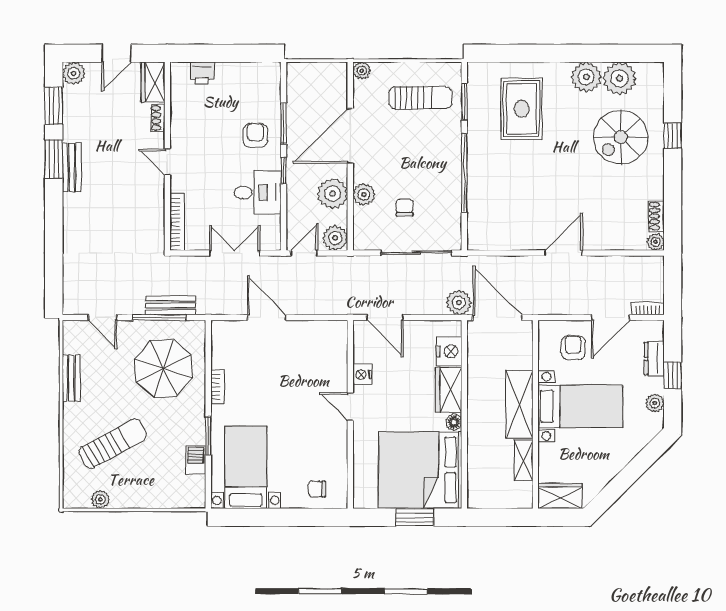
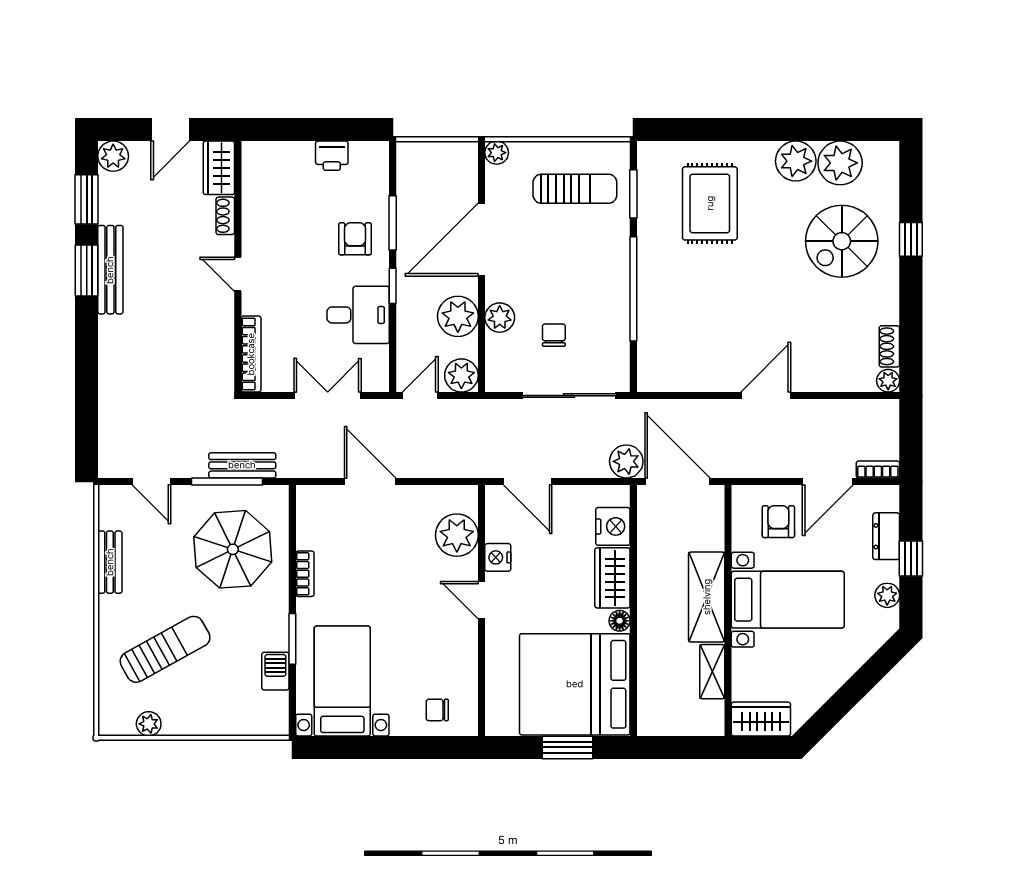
printer: (202, 73) -> (332, 156), moved
bench: (72, 167) -> (110, 270), width x1.36
plant: (332, 358) -> (457, 535), added

